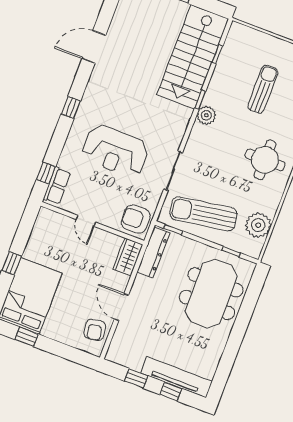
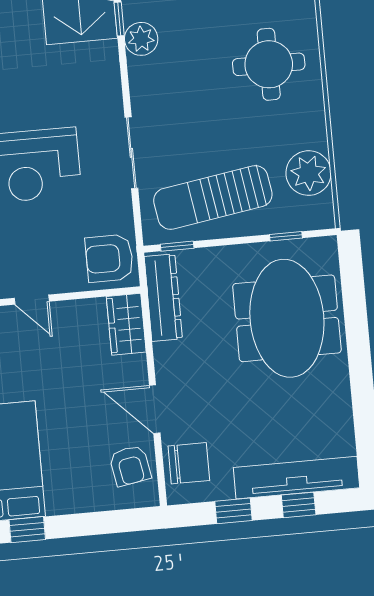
chair: (125, 343) -> (189, 463), added

